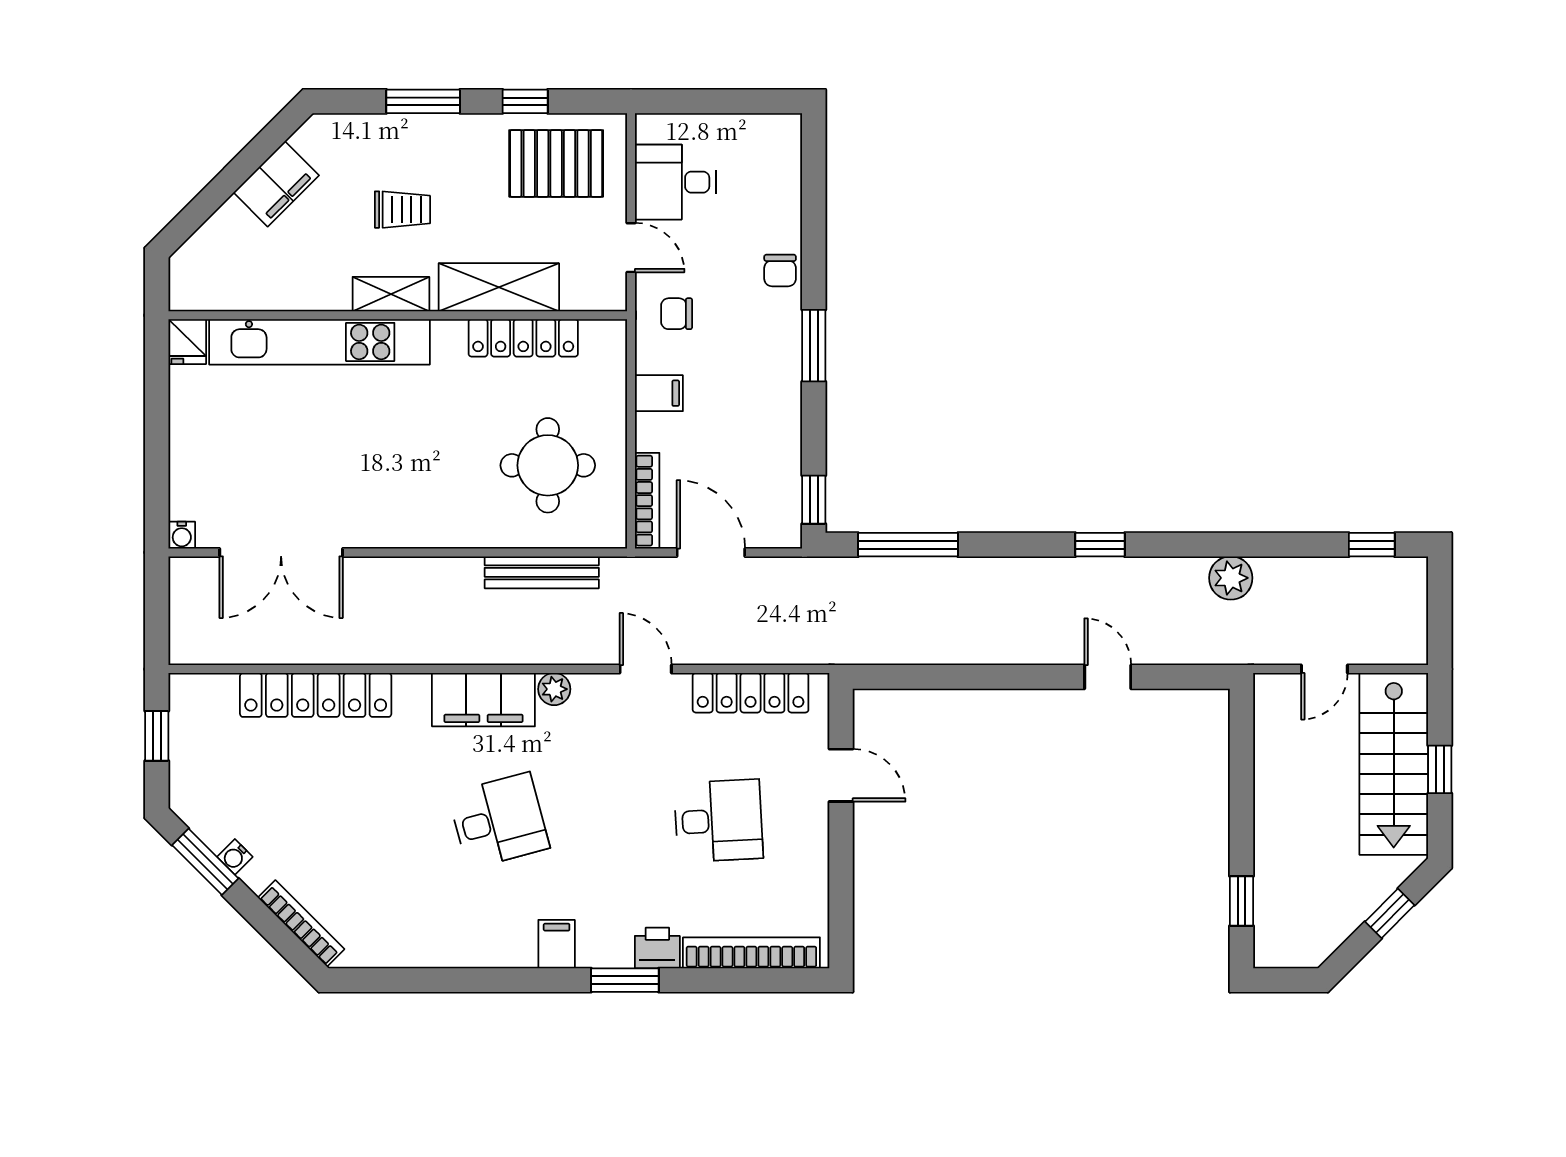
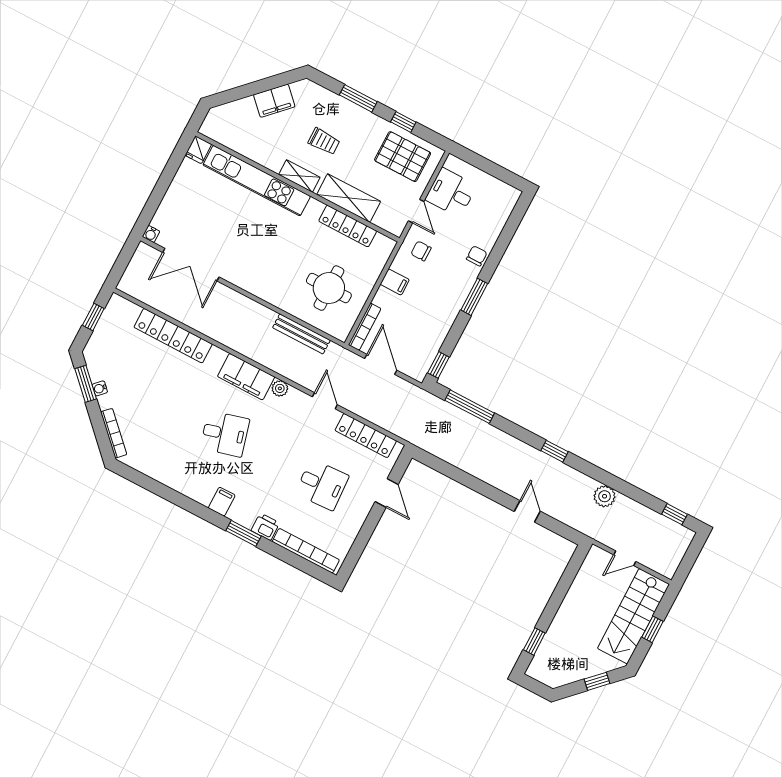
chair: (780, 271) -> (477, 256), turned 180

